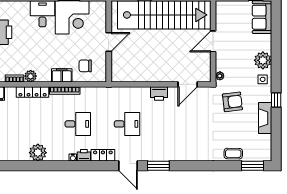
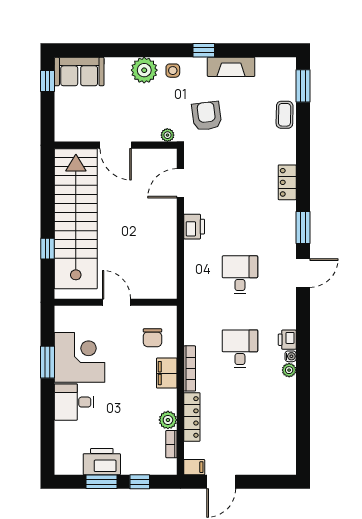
door: (188, 84) -> (180, 183), swing flipped
plant: (38, 153) -> (289, 370), moved, width x0.53, depth x0.53
locker: (103, 155) -> (287, 182), moved

